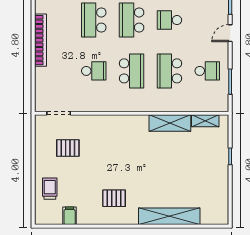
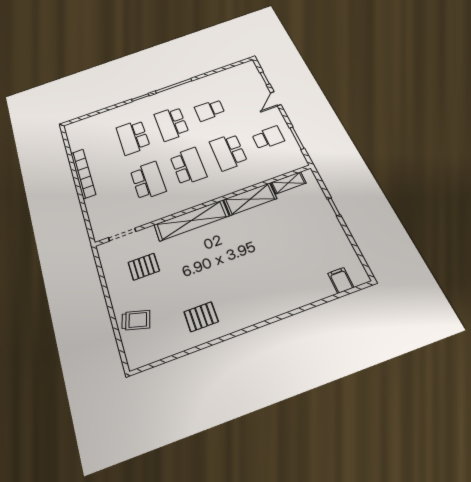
school desk: (94, 71) -> (148, 181), width x1.85
trolley: (50, 189) -> (136, 320), turned 106
pallet: (114, 198) -> (201, 317), moved
filing cabinet: (70, 216) -> (341, 280), moved
shelving: (169, 216) -> (191, 220), moved

